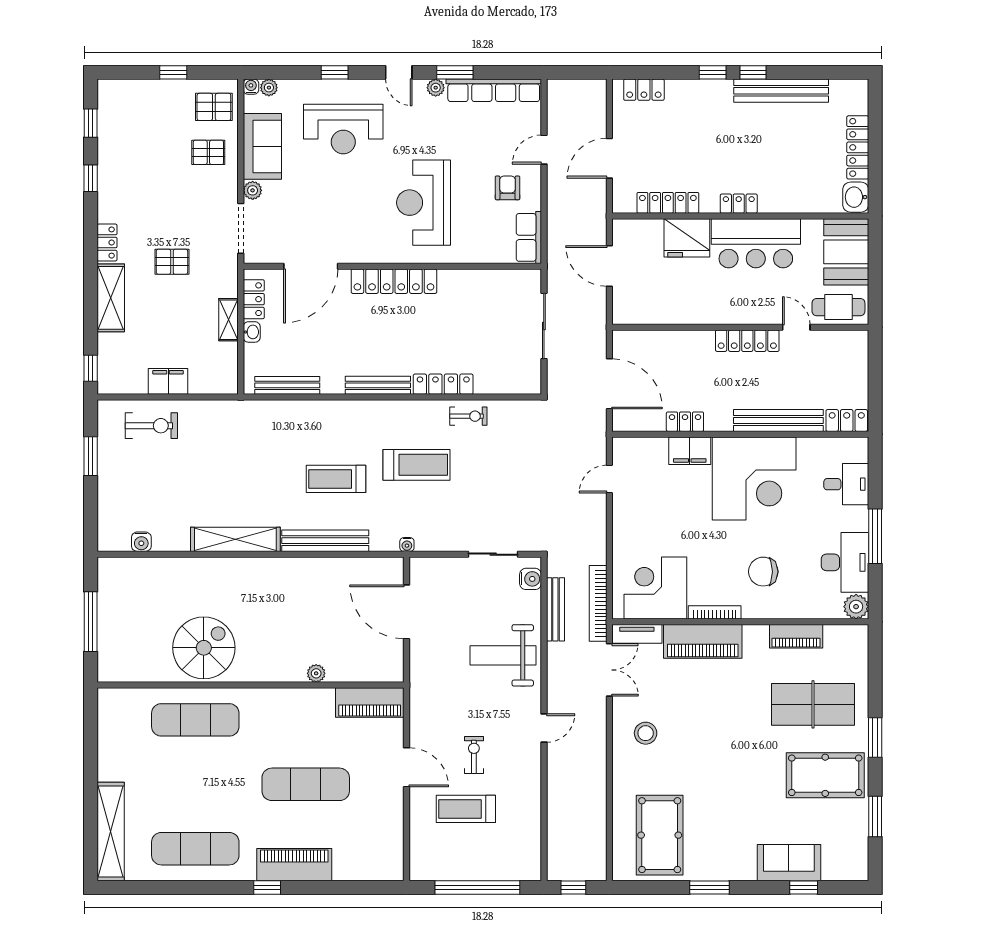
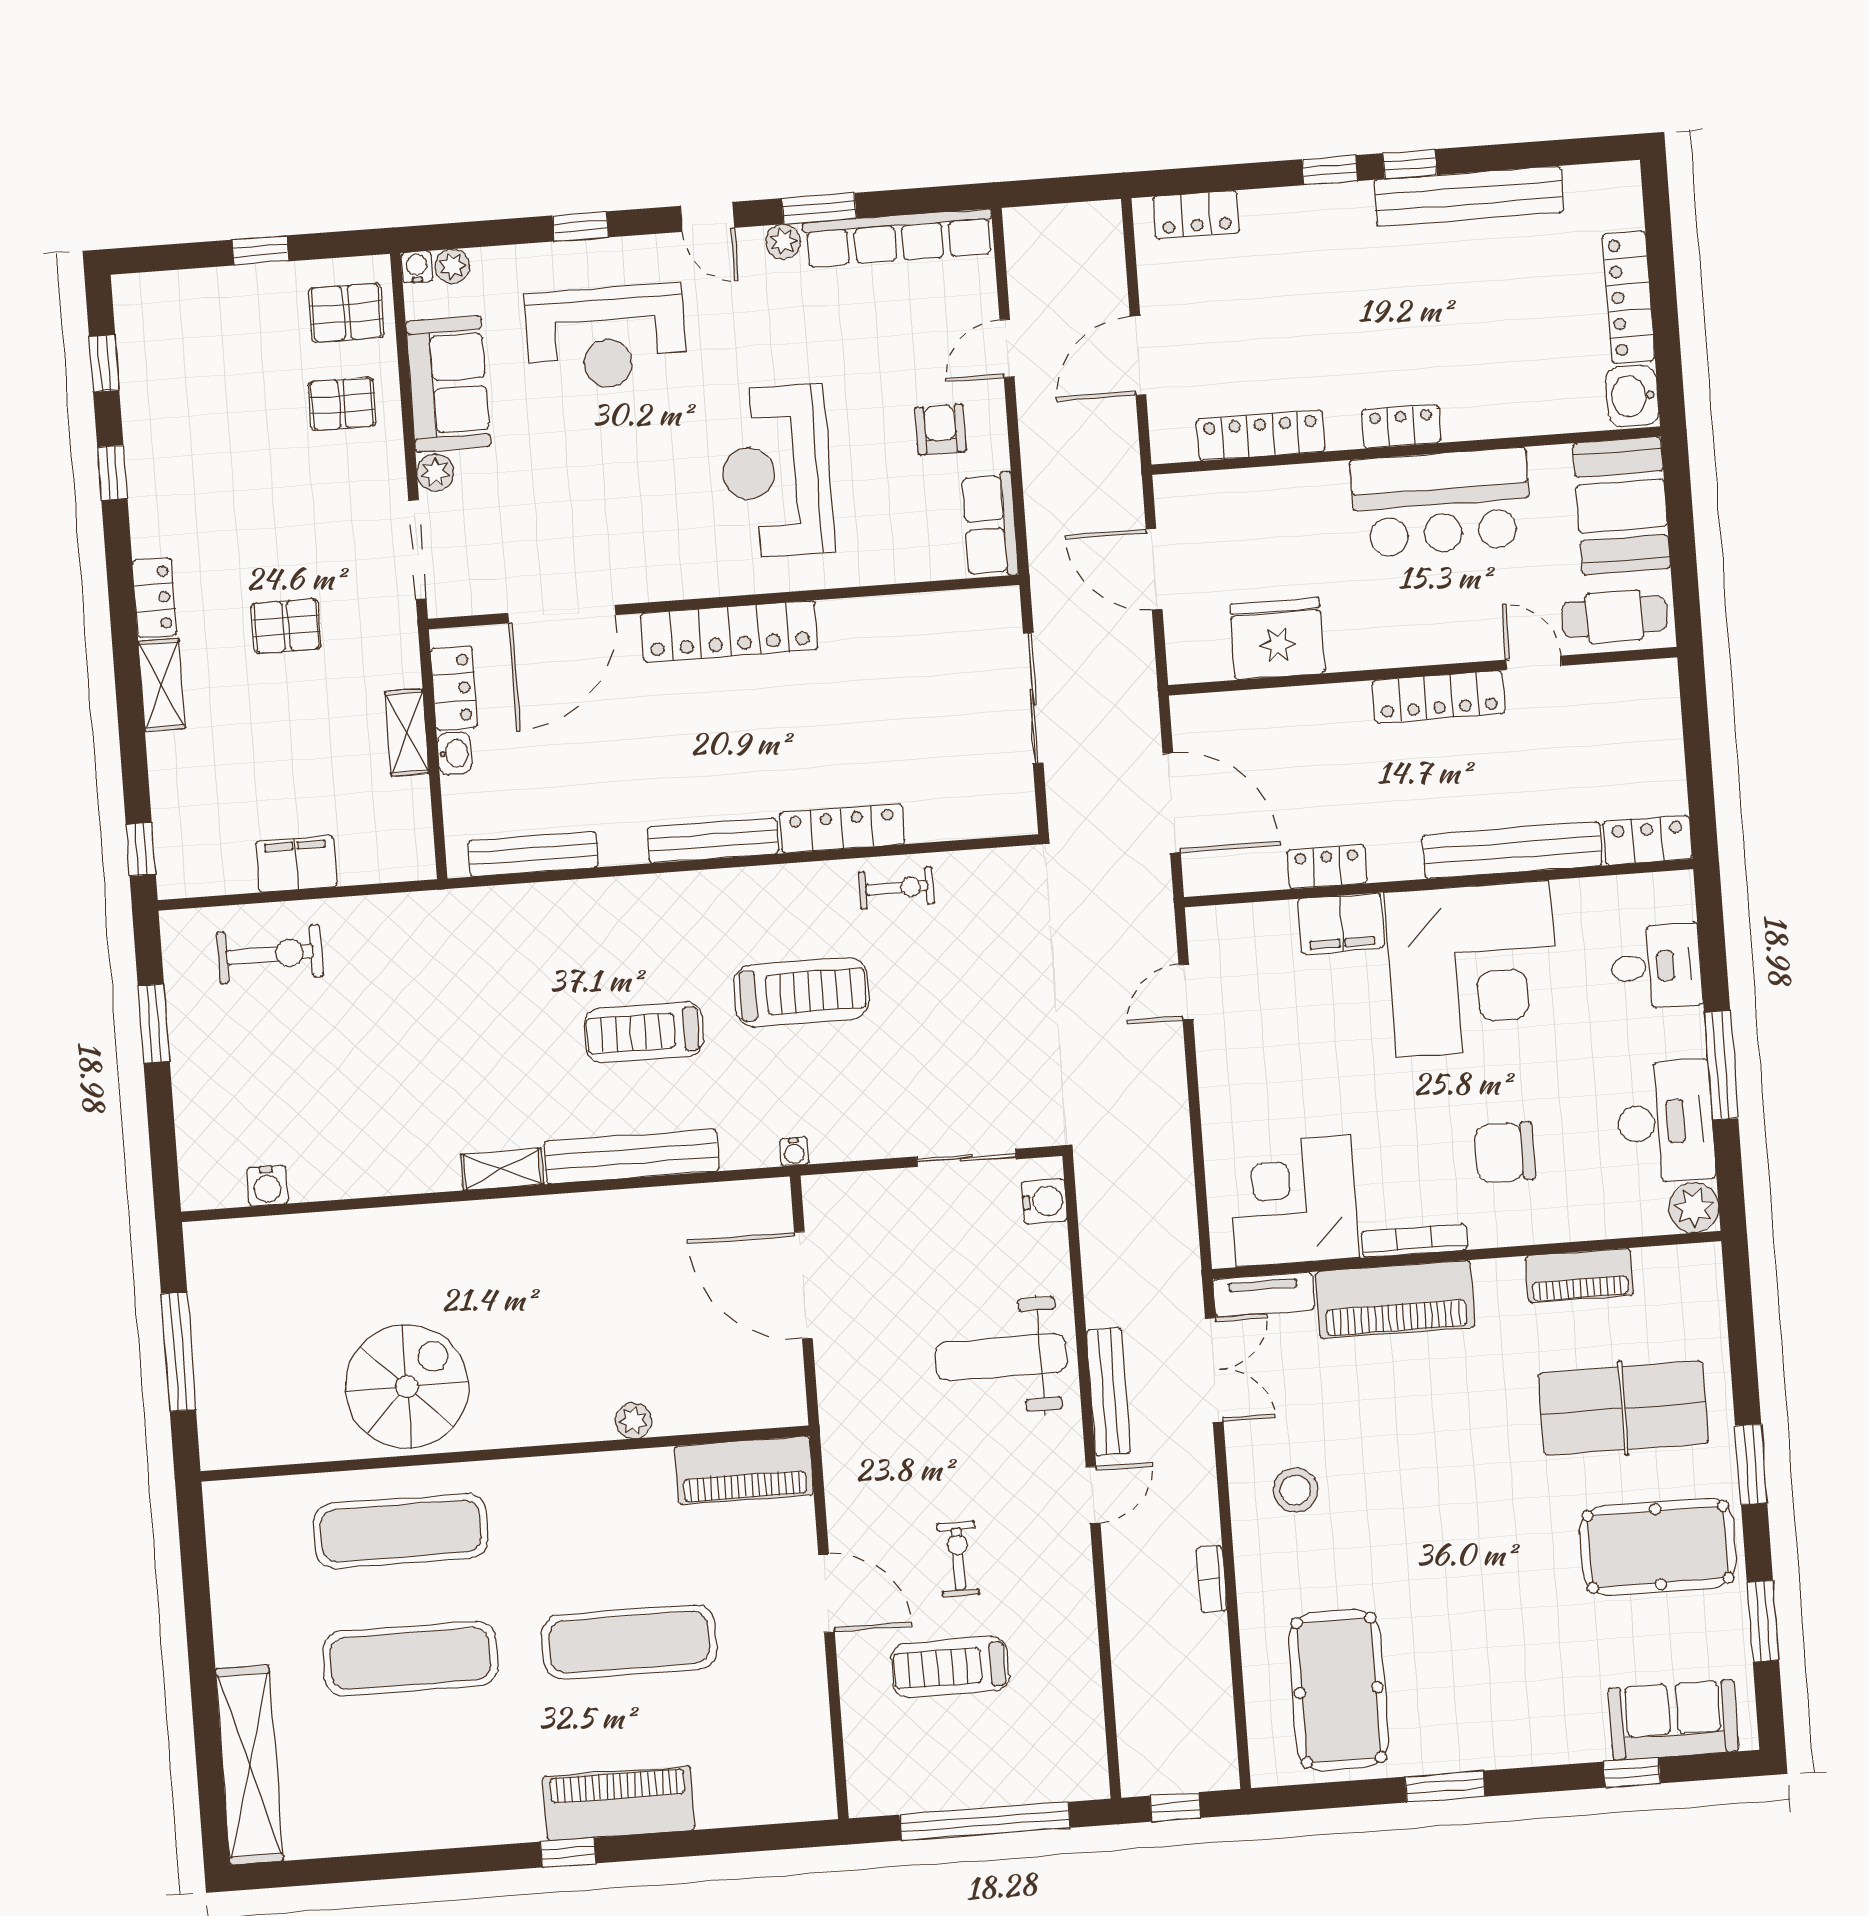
fridge: (687, 238) -> (1277, 639), moved, turned 180
shelving: (111, 298) -> (162, 685), width x0.67, depth x0.75
shelving: (235, 539) -> (502, 1169), width x0.45, depth x0.75
bookcase: (598, 603) -> (1212, 1579), moved, width x0.43, depth x0.76
bench: (555, 609) -> (1108, 1392), moved
exercise mat: (195, 849) -> (410, 1659), moved
sofa: (789, 863) -> (1673, 1720), moved

